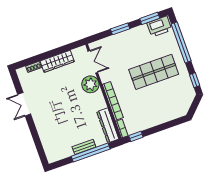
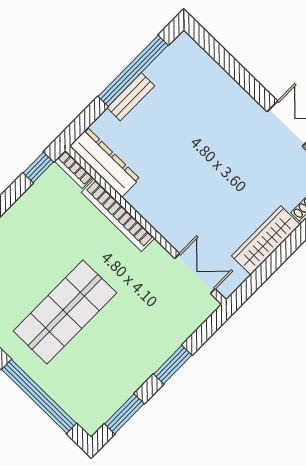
printer: (159, 26) -> (97, 407), removed
double door: (93, 62) -> (195, 274), swing flipped
plant: (90, 84) -> (178, 227), removed
window: (91, 153) -> (133, 71), moved

